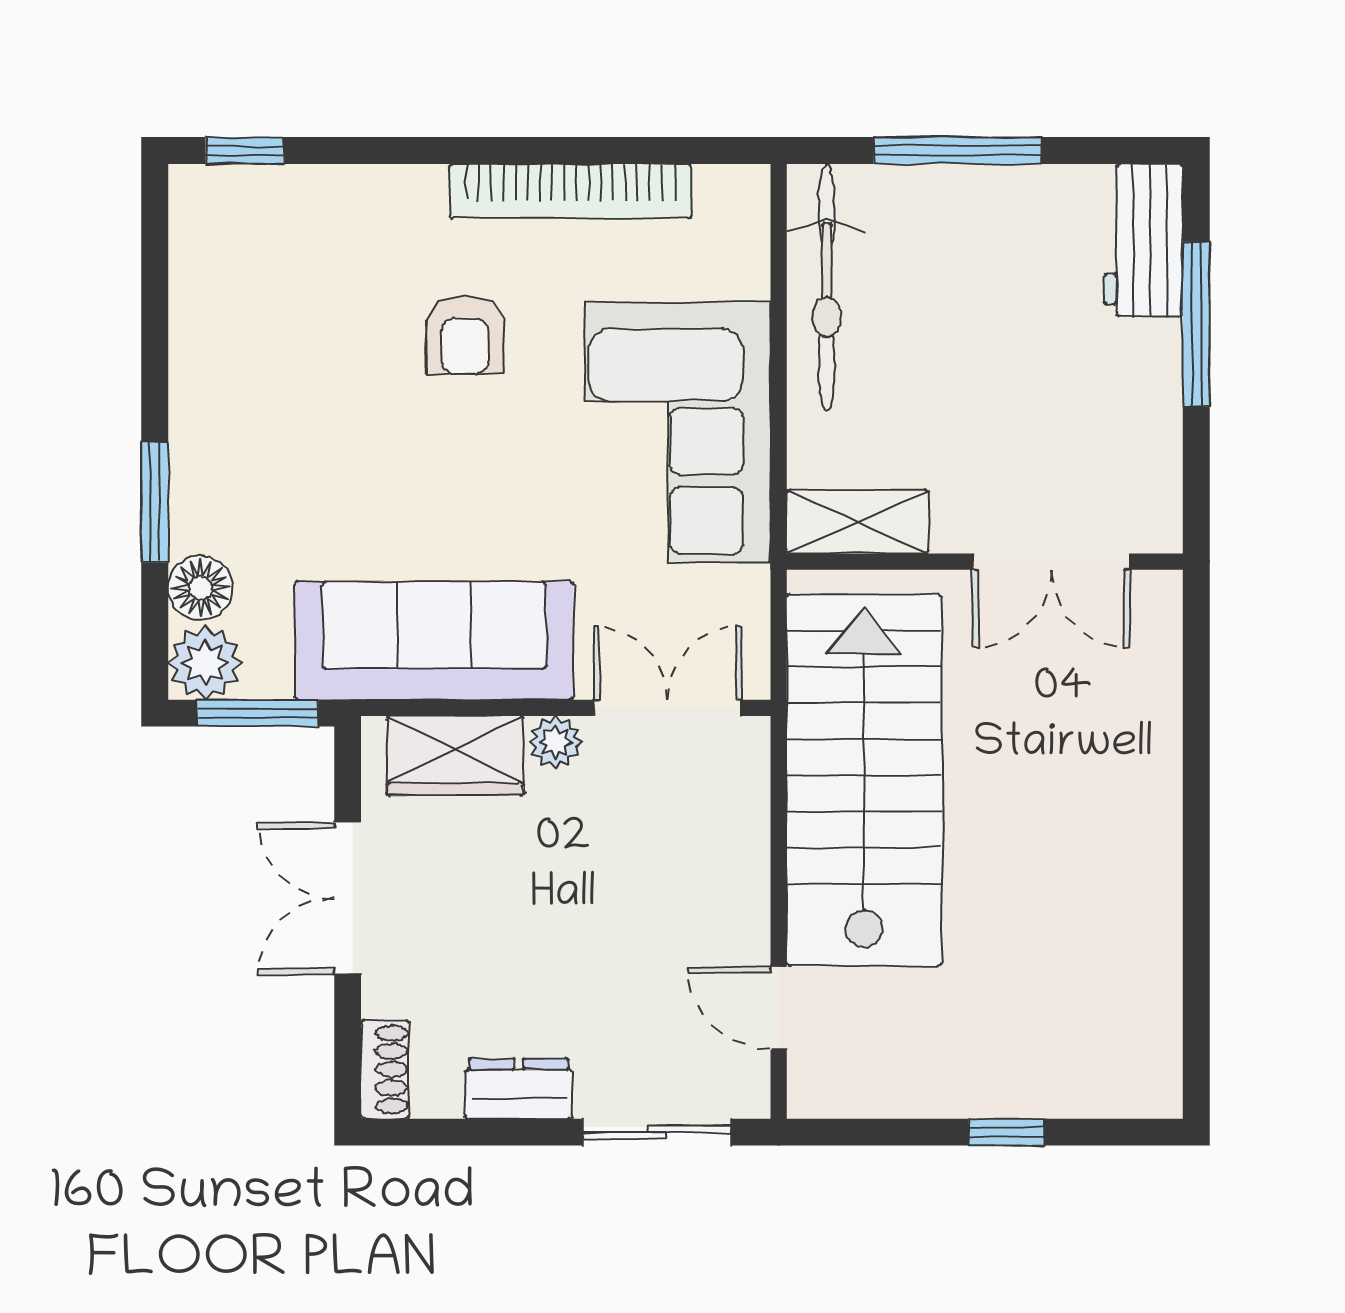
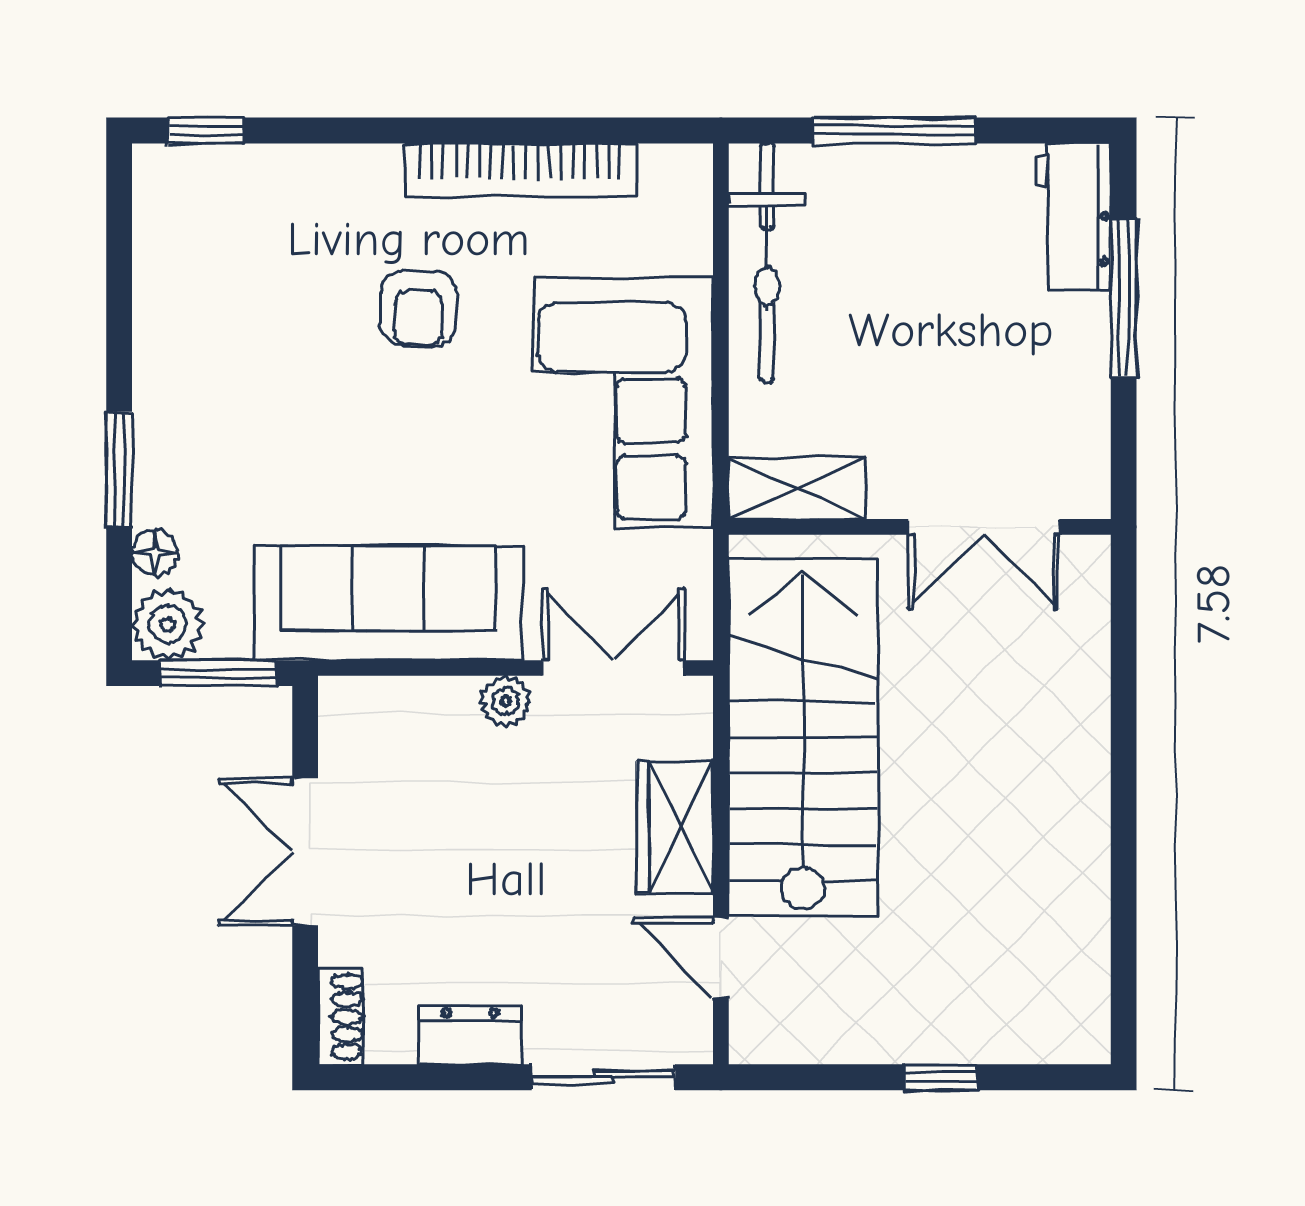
floor lamp: (200, 588) -> (155, 552), width x0.73, depth x0.73
wardrobe: (455, 756) -> (675, 827), moved, turned 90

